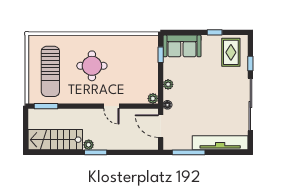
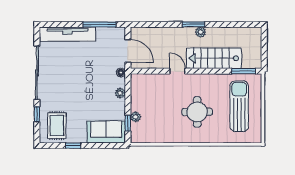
plant: (153, 98) -> (136, 117), moved
stairs: (55, 140) -> (214, 58), moved, turned 180

